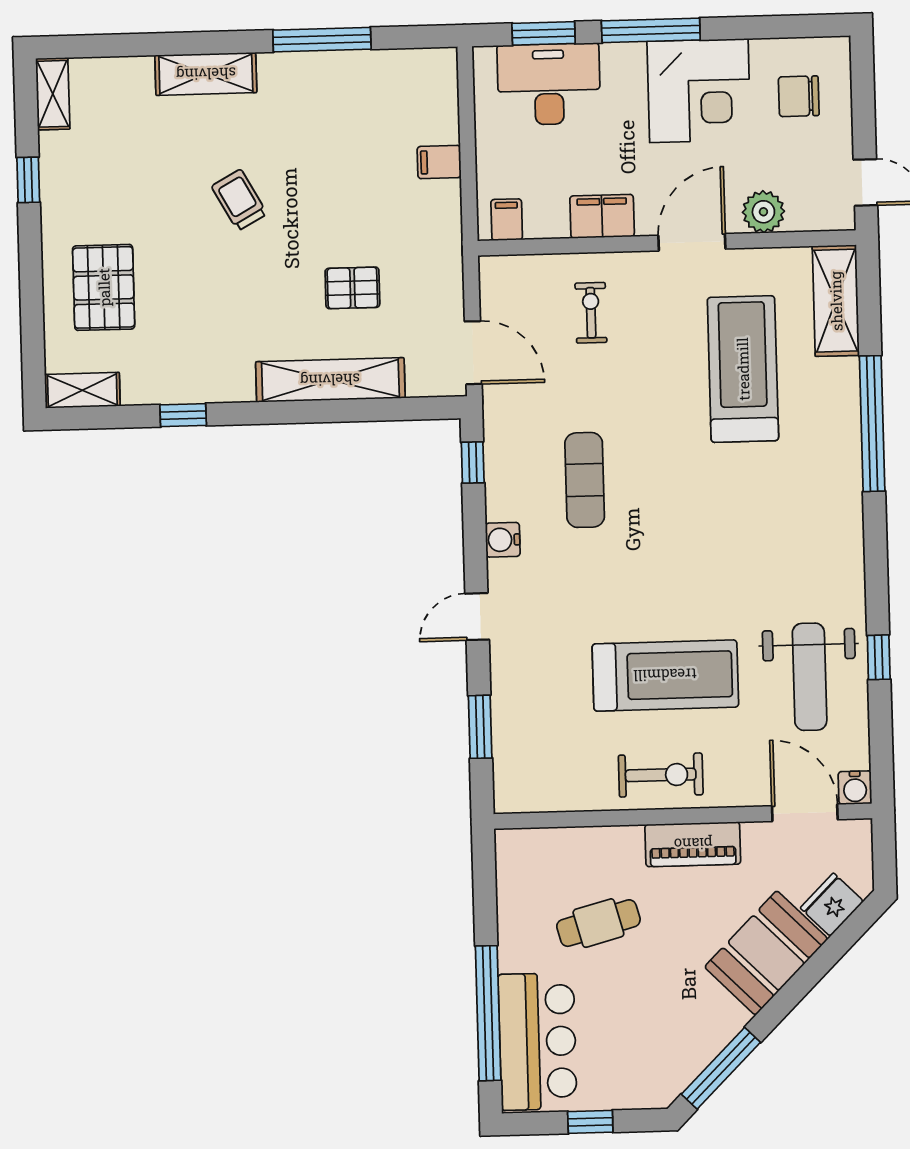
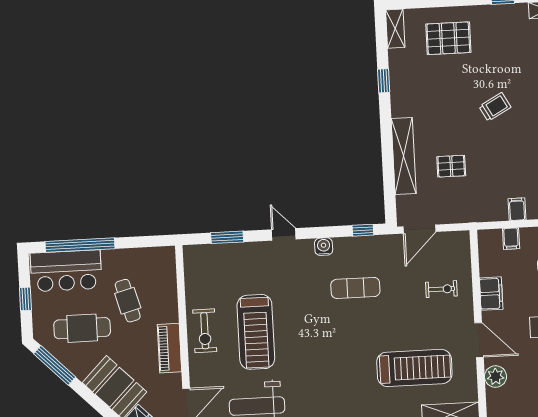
filing cabinet: (507, 220) -> (511, 239), moved, turned 90
pallet: (352, 288) -> (451, 166), turned 90
cafe table: (650, 1013) -> (82, 328), added

